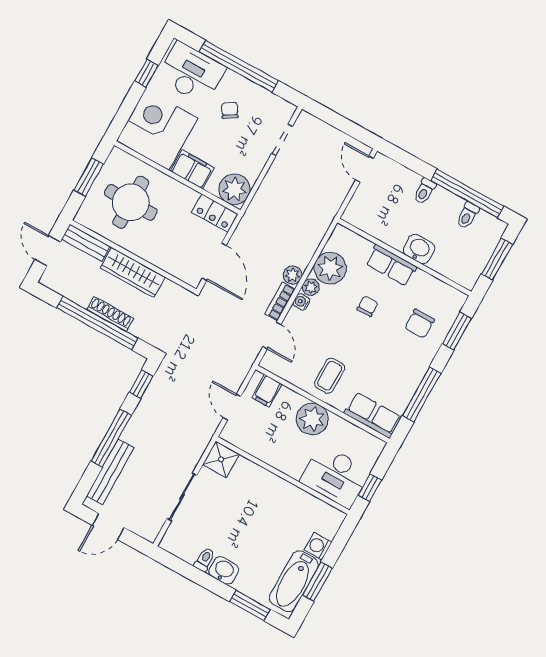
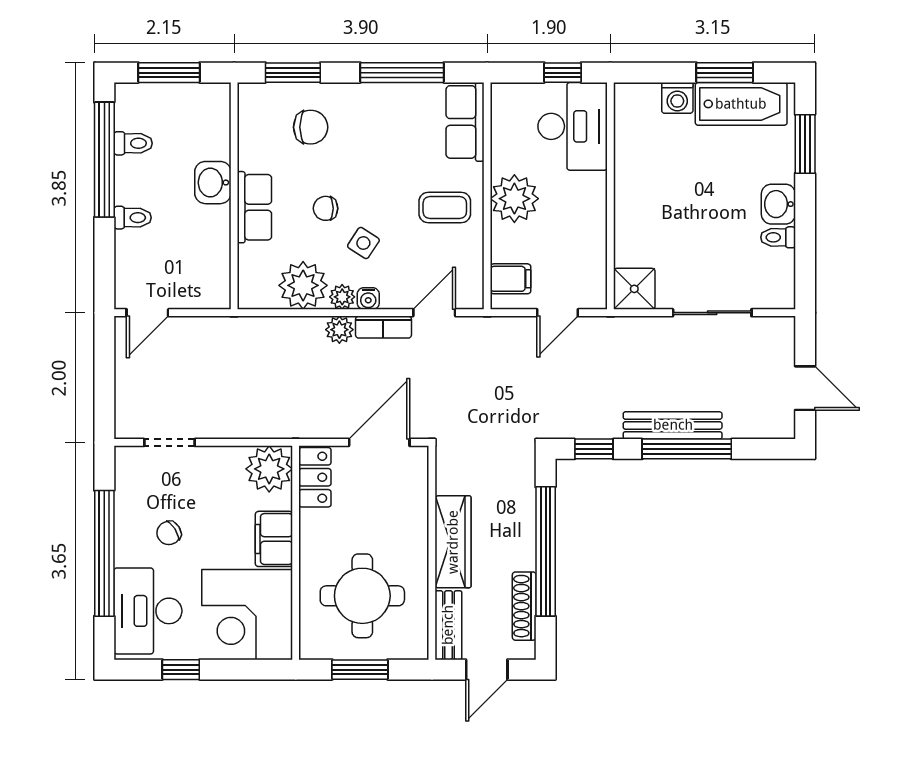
shoe rack: (110, 314) -> (524, 606), moved
side table: (335, 317) -> (363, 243), added
bench: (110, 472) -> (673, 425), moved

